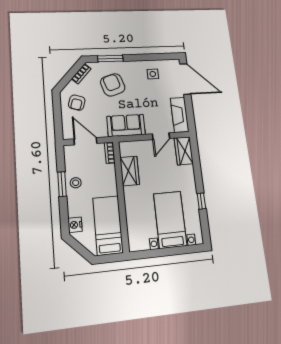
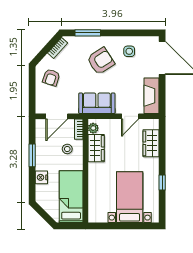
armchair: (113, 85) -> (101, 61), moved, turned 75
door: (86, 141) -> (57, 116), swing flipped
plant: (125, 151) -> (93, 128), added
wardrobe: (184, 151) -> (151, 143), moved
stool: (76, 183) -> (67, 149), moved
nightstand: (75, 225) -> (41, 177), moved

